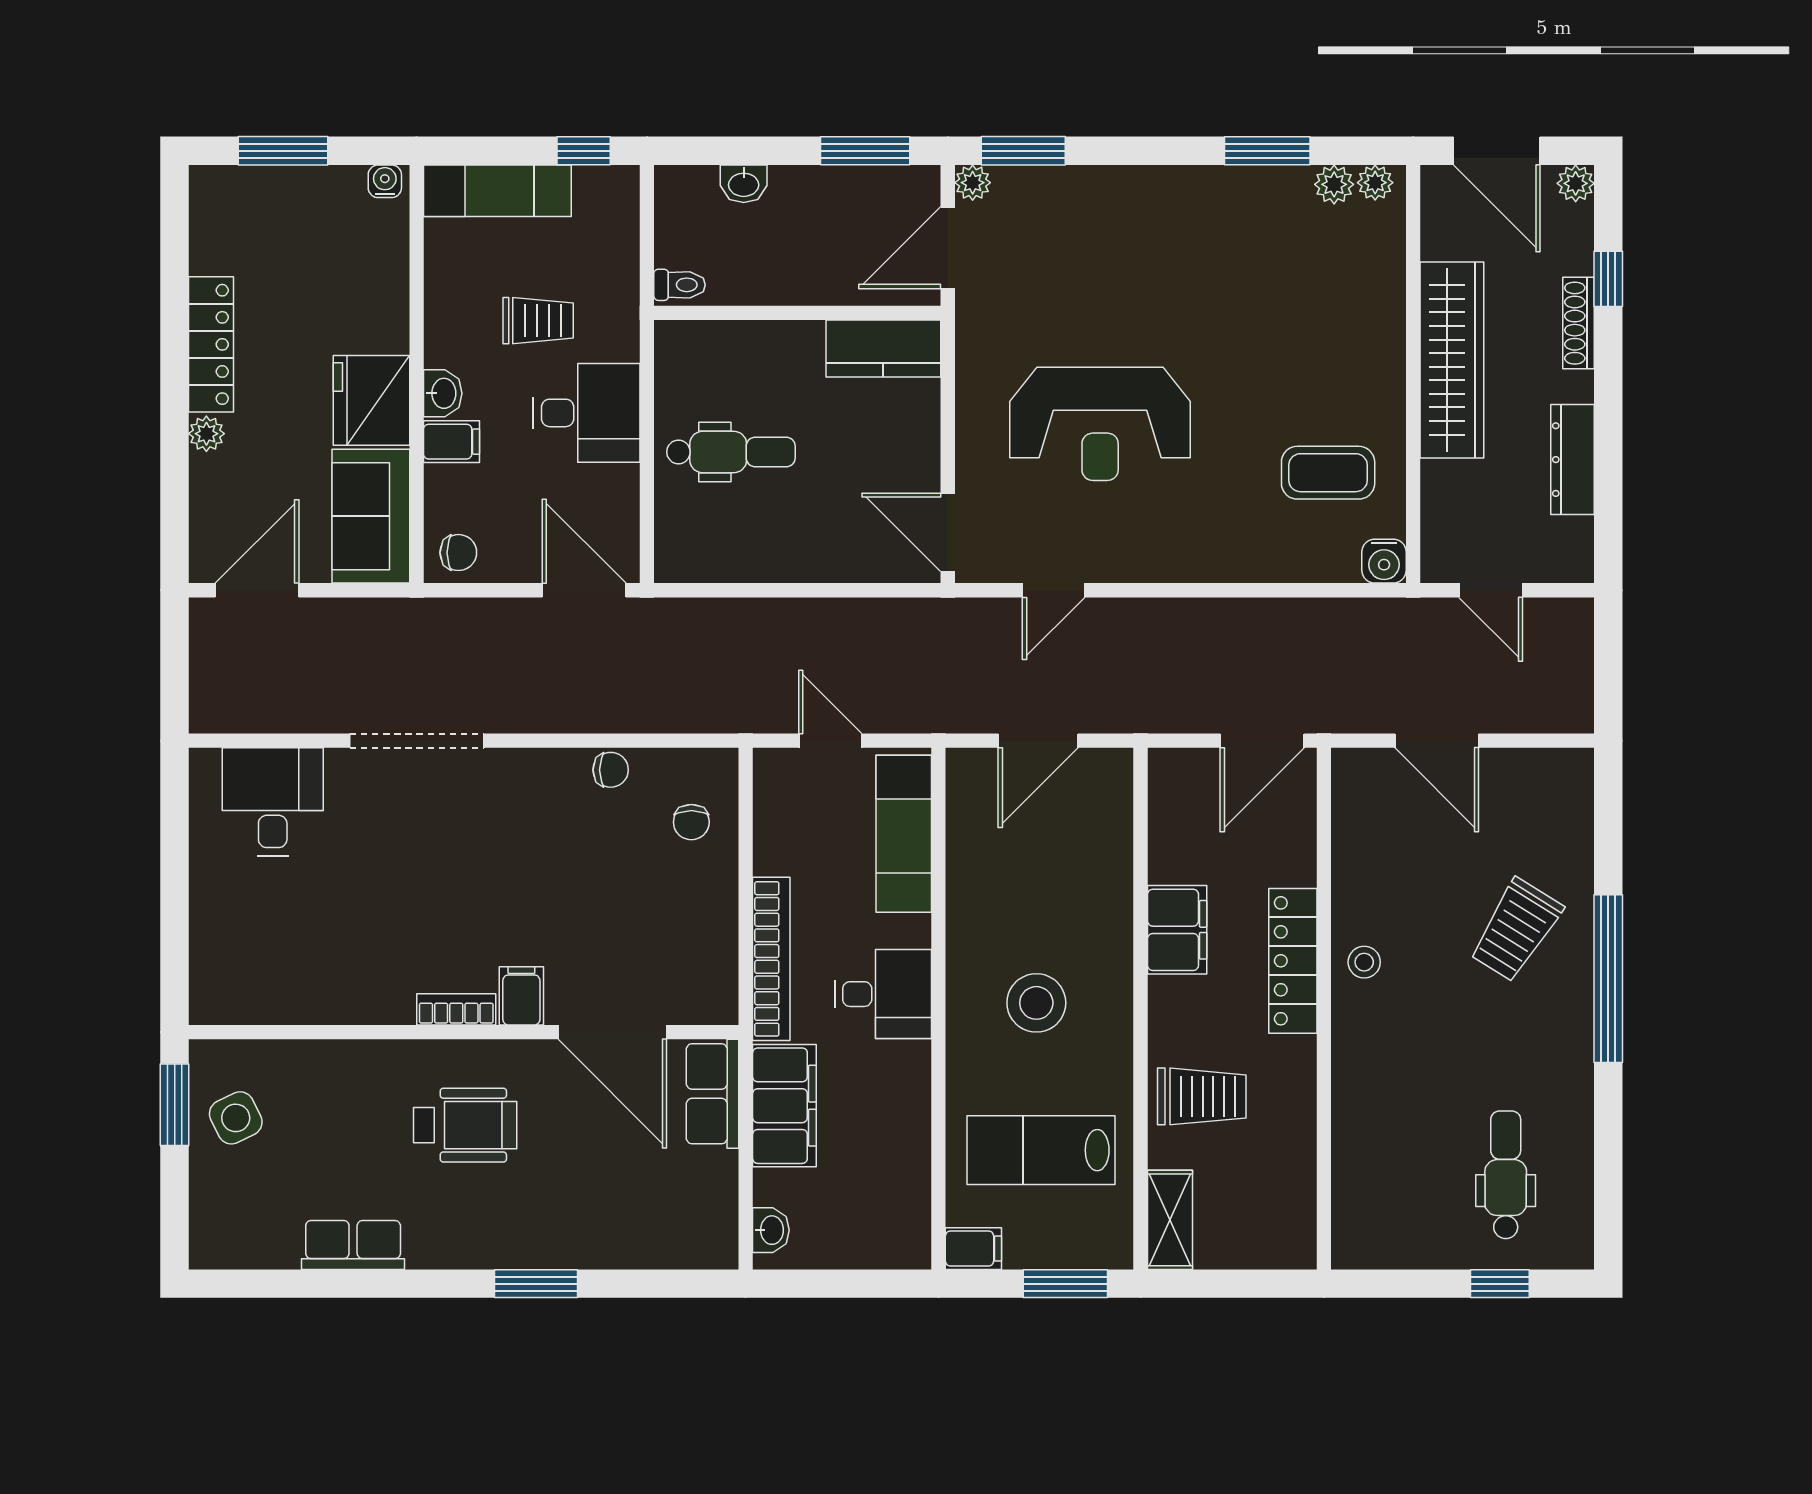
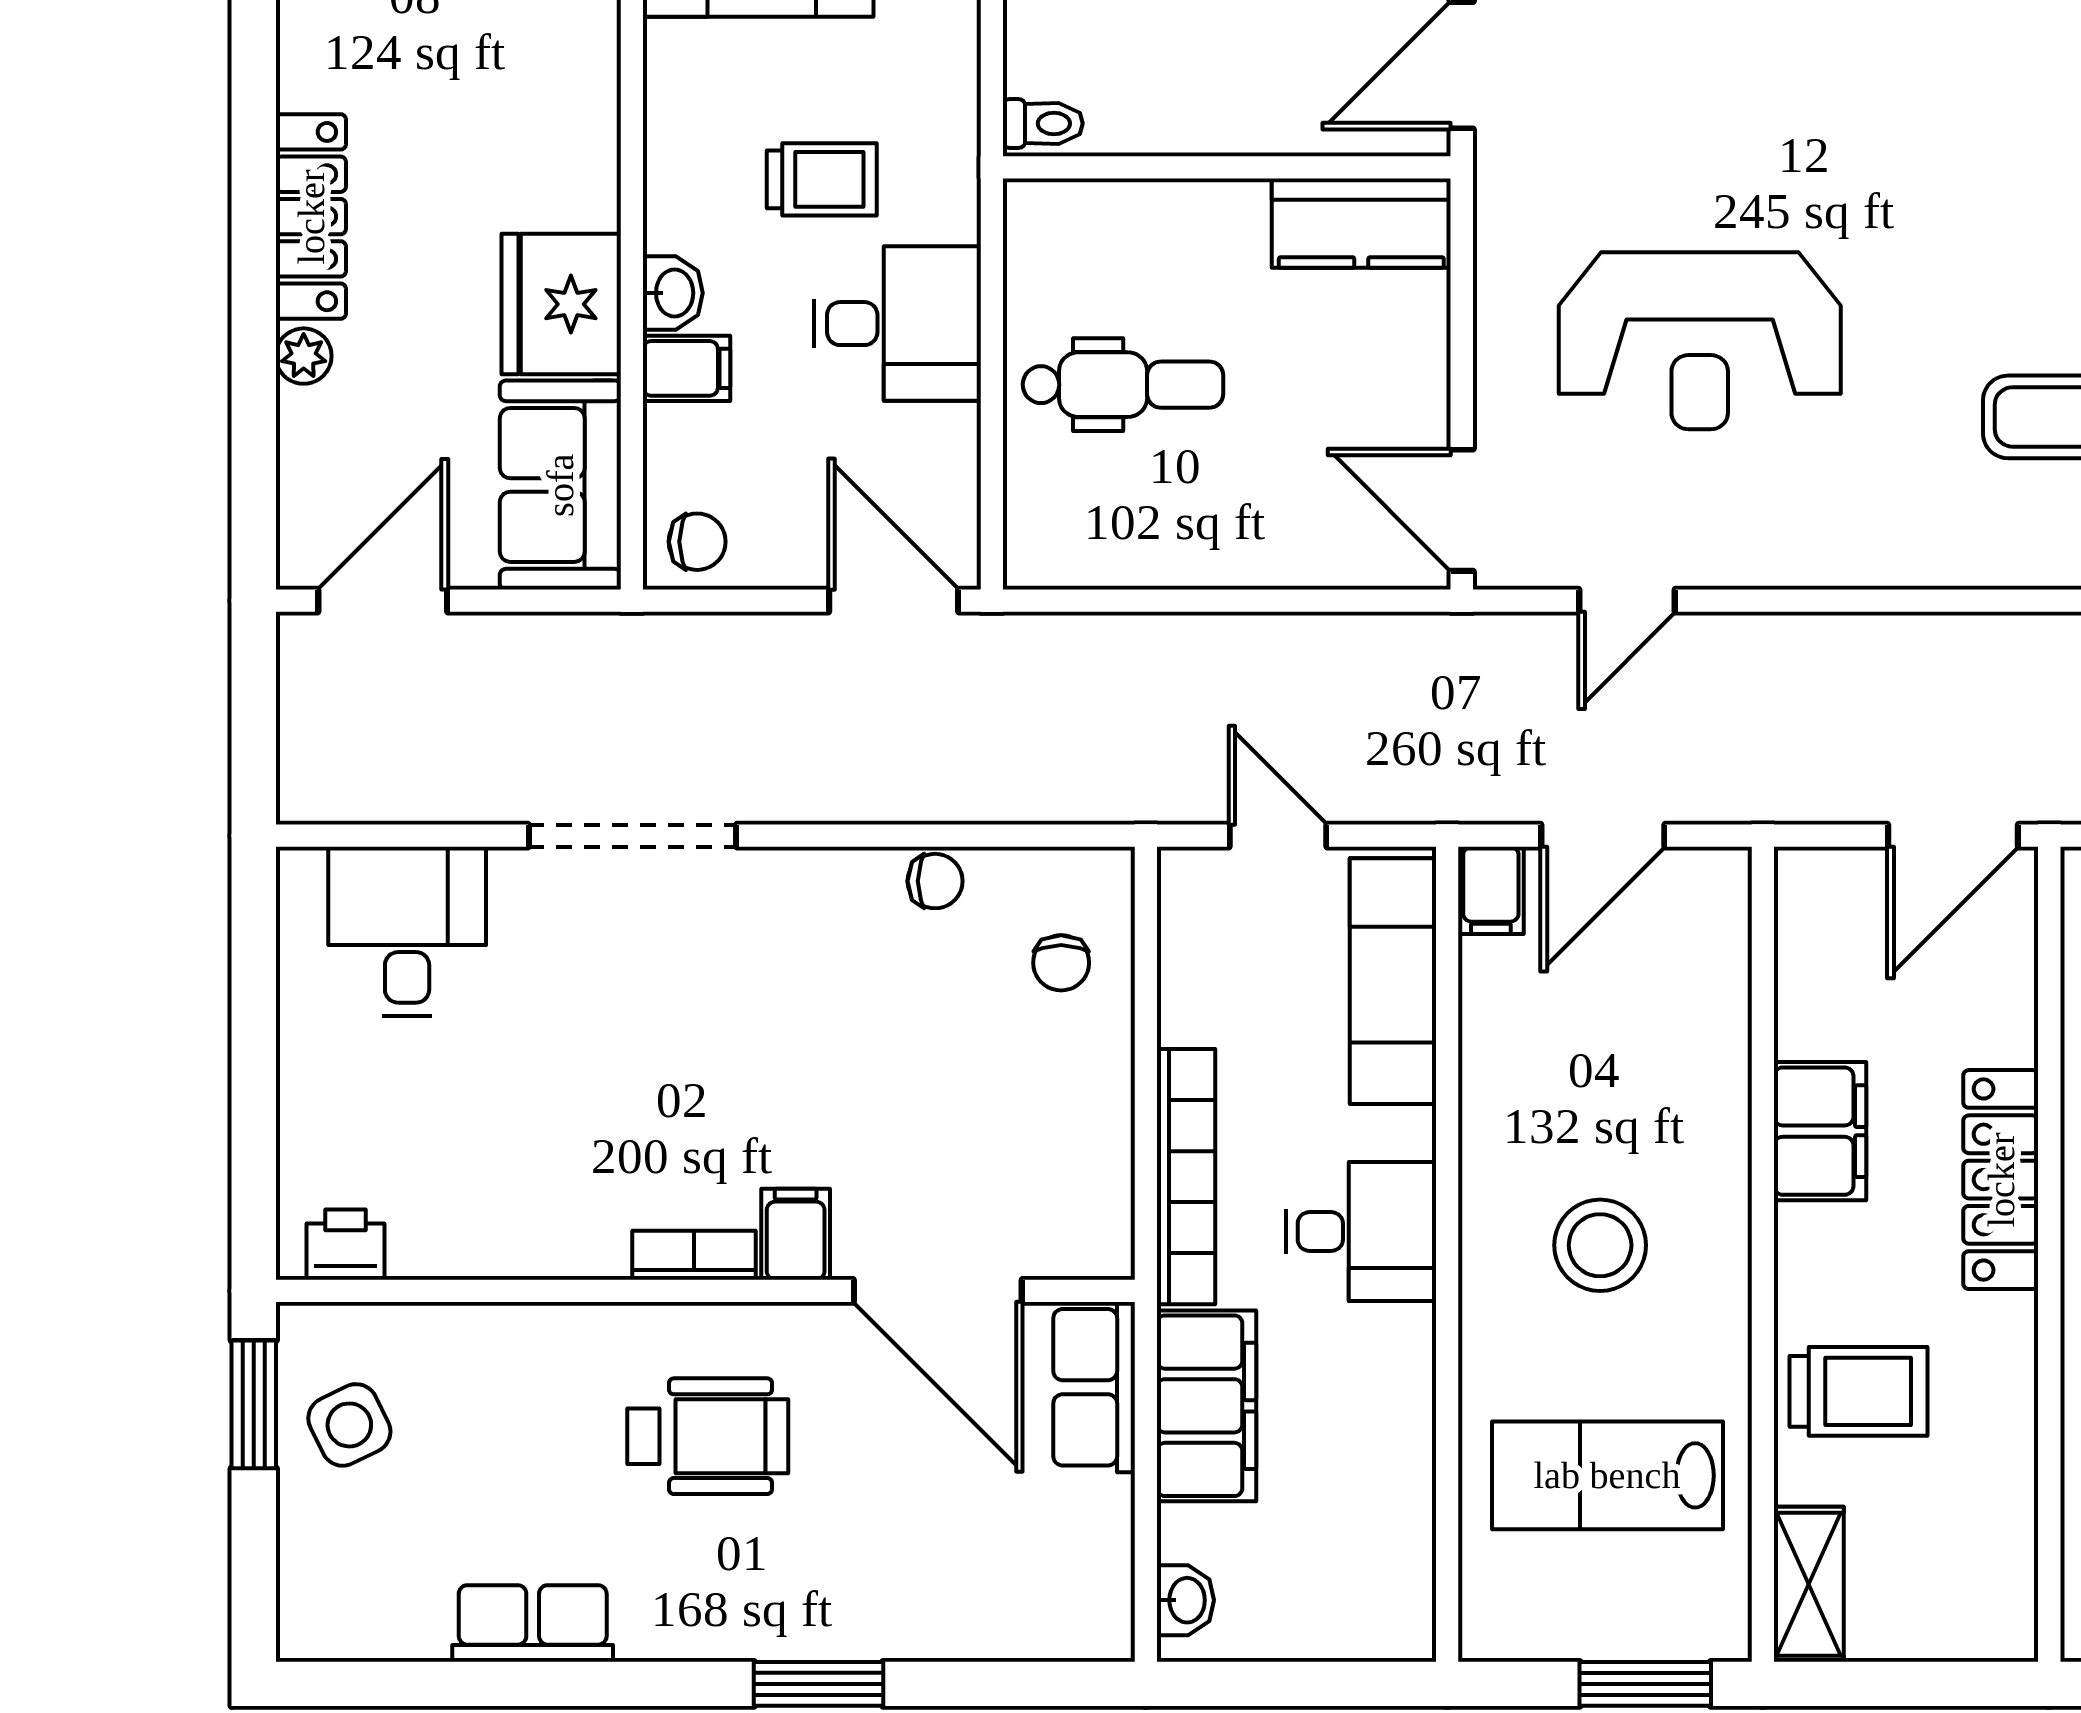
printer: (233, 1002) -> (345, 1245), added
filing cabinet: (973, 1249) -> (1491, 890), moved, turned 90

